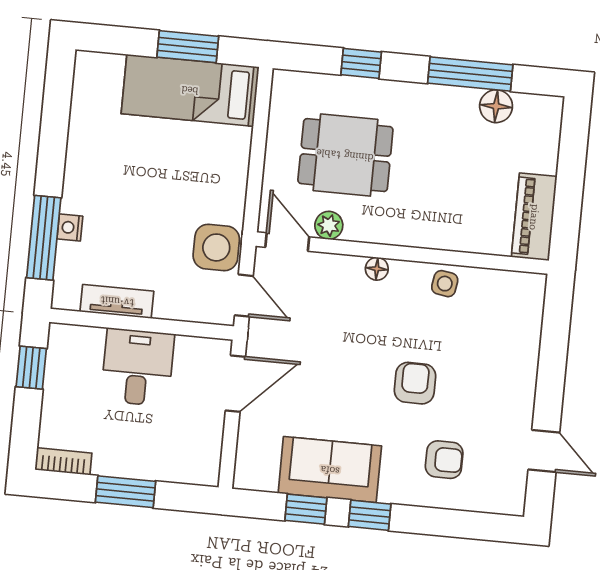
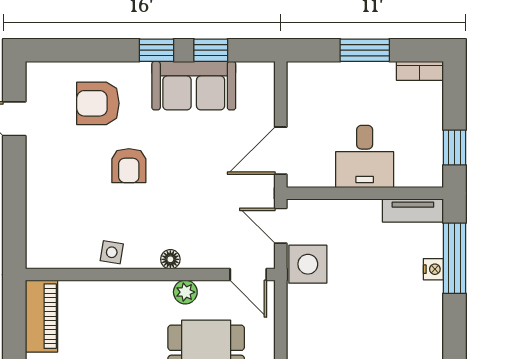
plant: (329, 225) -> (185, 292), moved
tv unit: (117, 301) -> (413, 210), moved
armchair: (444, 460) -> (98, 103), width x1.38, depth x1.38

